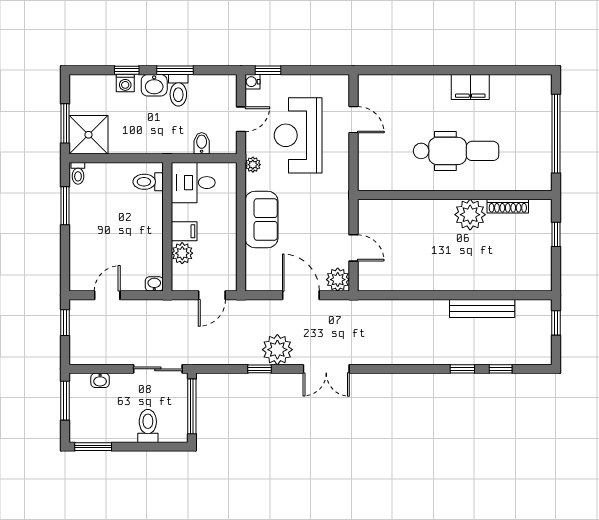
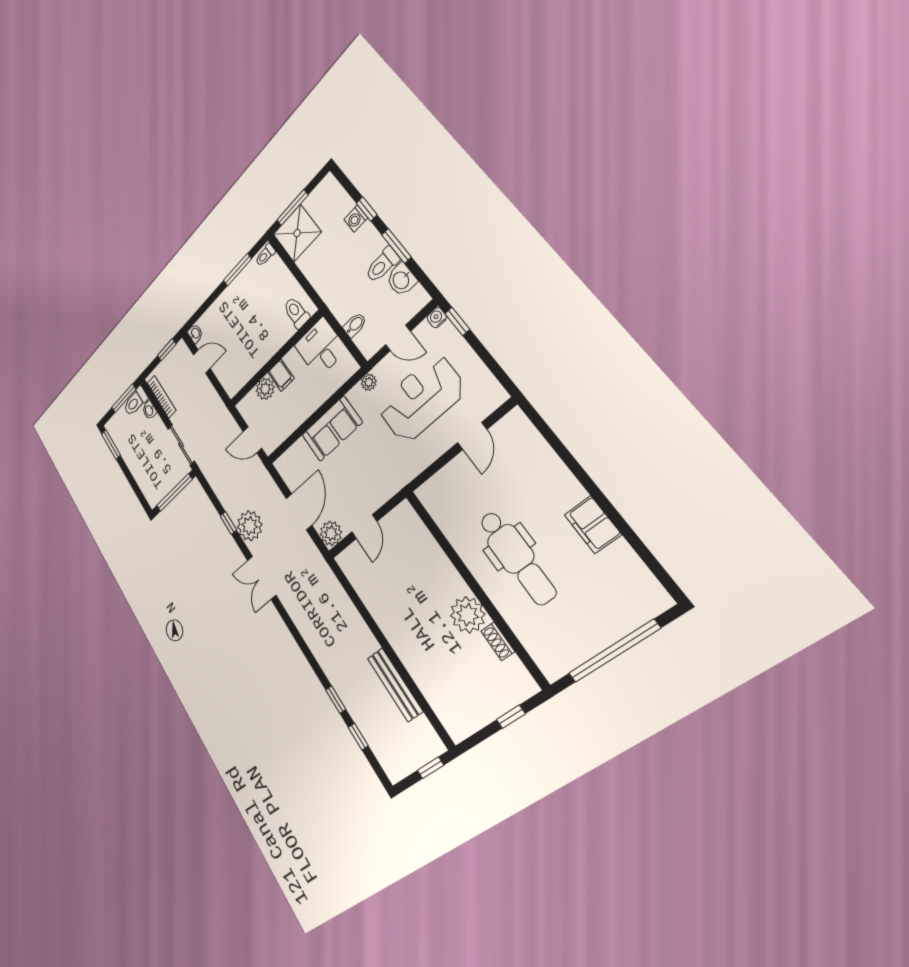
washbasin: (154, 85) -> (401, 280), moved
shoe rack: (508, 206) -> (498, 641), width x0.70
washbasin: (154, 284) -> (195, 333), moved
bookcase: (100, 358) -> (161, 397), added
toilet: (148, 426) -> (136, 401), moved, turned 180

